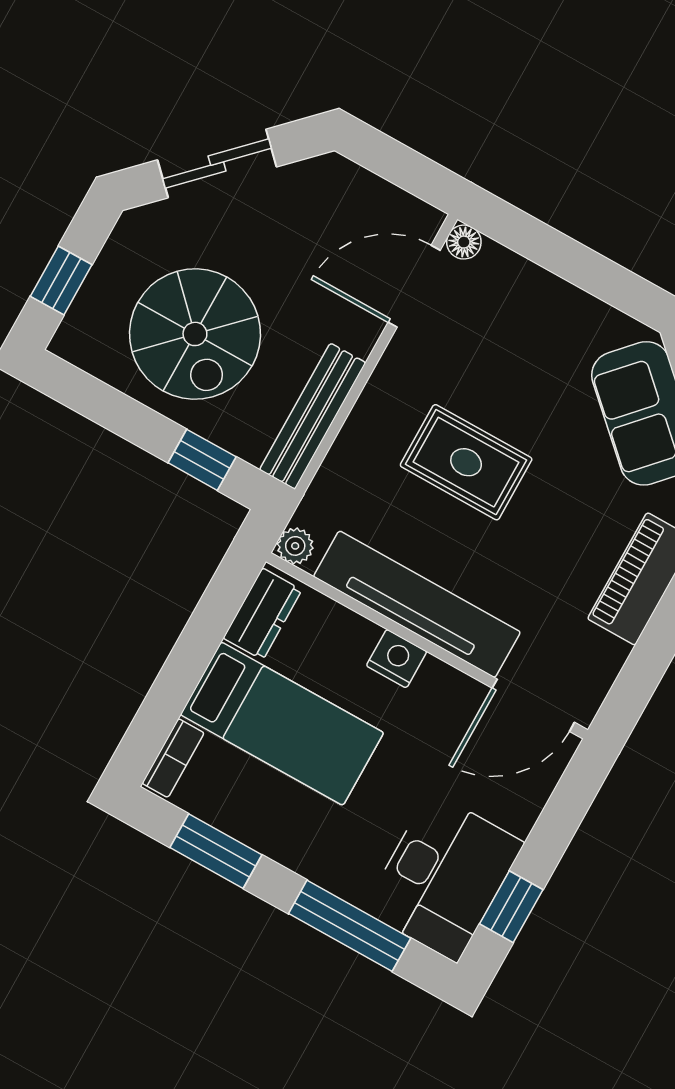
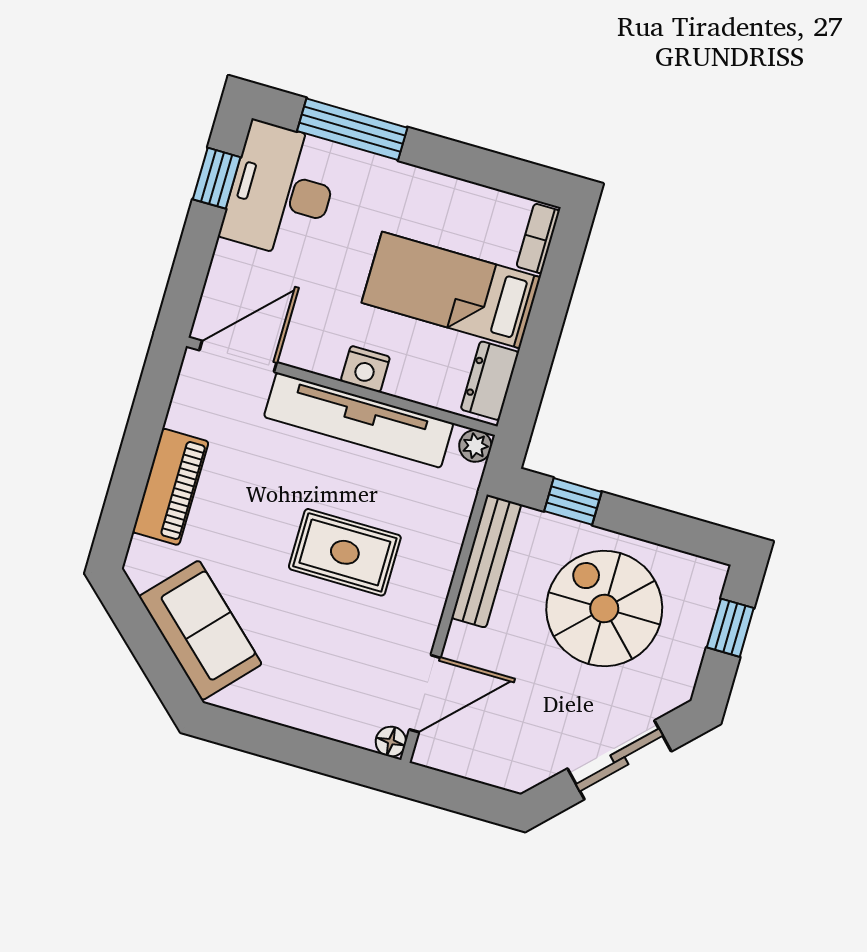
window: (216, 851) -> (482, 167), removed

